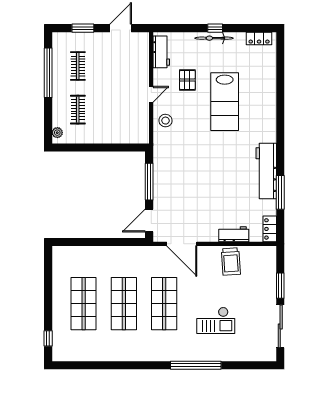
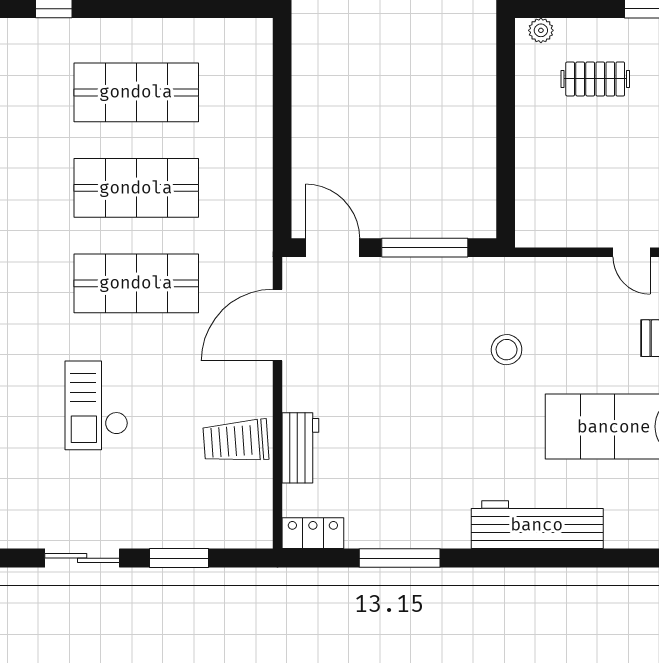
stool: (166, 121) -> (507, 350), moved
workbench: (266, 171) -> (537, 525), moved
sliding door: (280, 326) -> (82, 558), width x0.73

